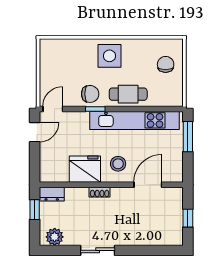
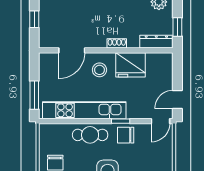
dresser: (52, 194) -> (156, 42), width x1.44

